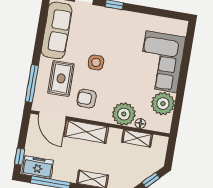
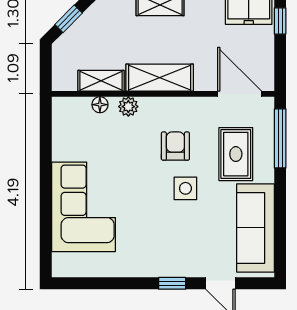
armchair: (87, 99) -> (175, 146), moved, turned -90
plant: (163, 104) -> (70, 142), removed
plant: (124, 114) -> (128, 107), width x0.53, depth x0.53
shelving: (86, 132) -> (160, 78), moved

